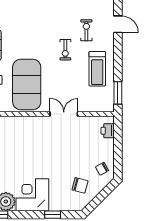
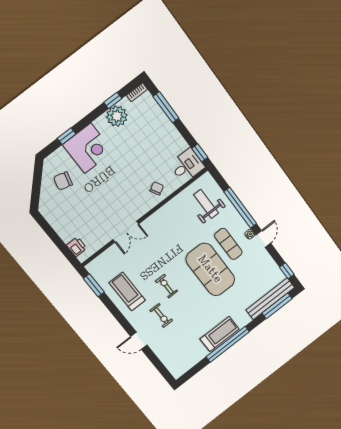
exercise mat: (27, 85) -> (210, 269), moved
chair: (102, 169) -> (157, 188), moved
corner desk: (32, 195) -> (88, 148), moved

